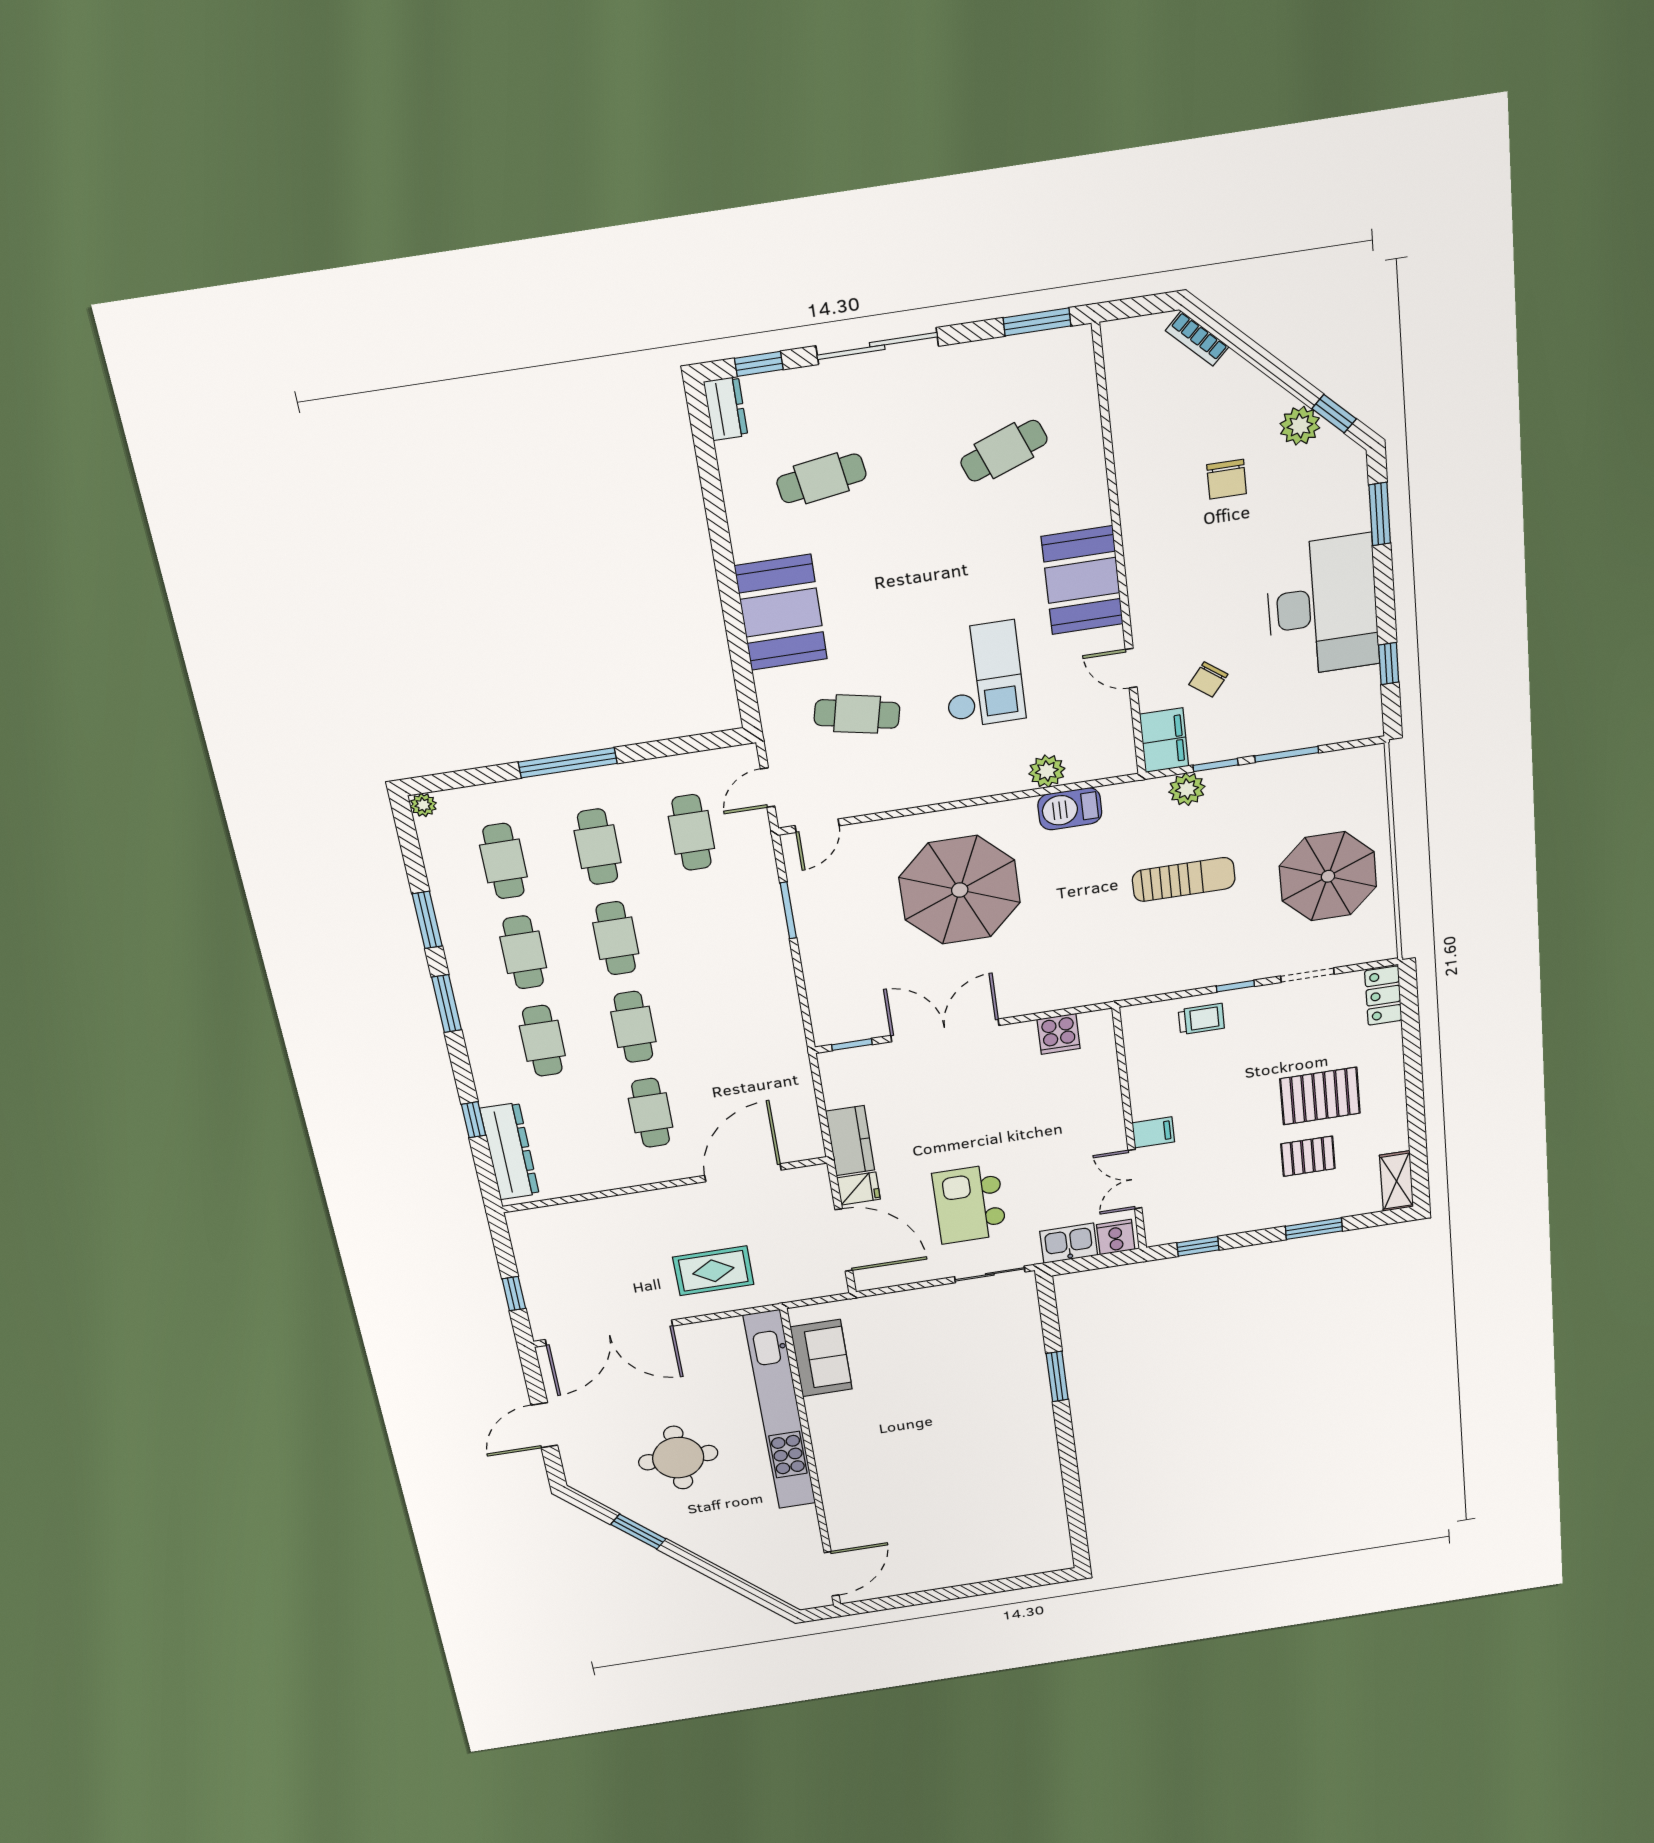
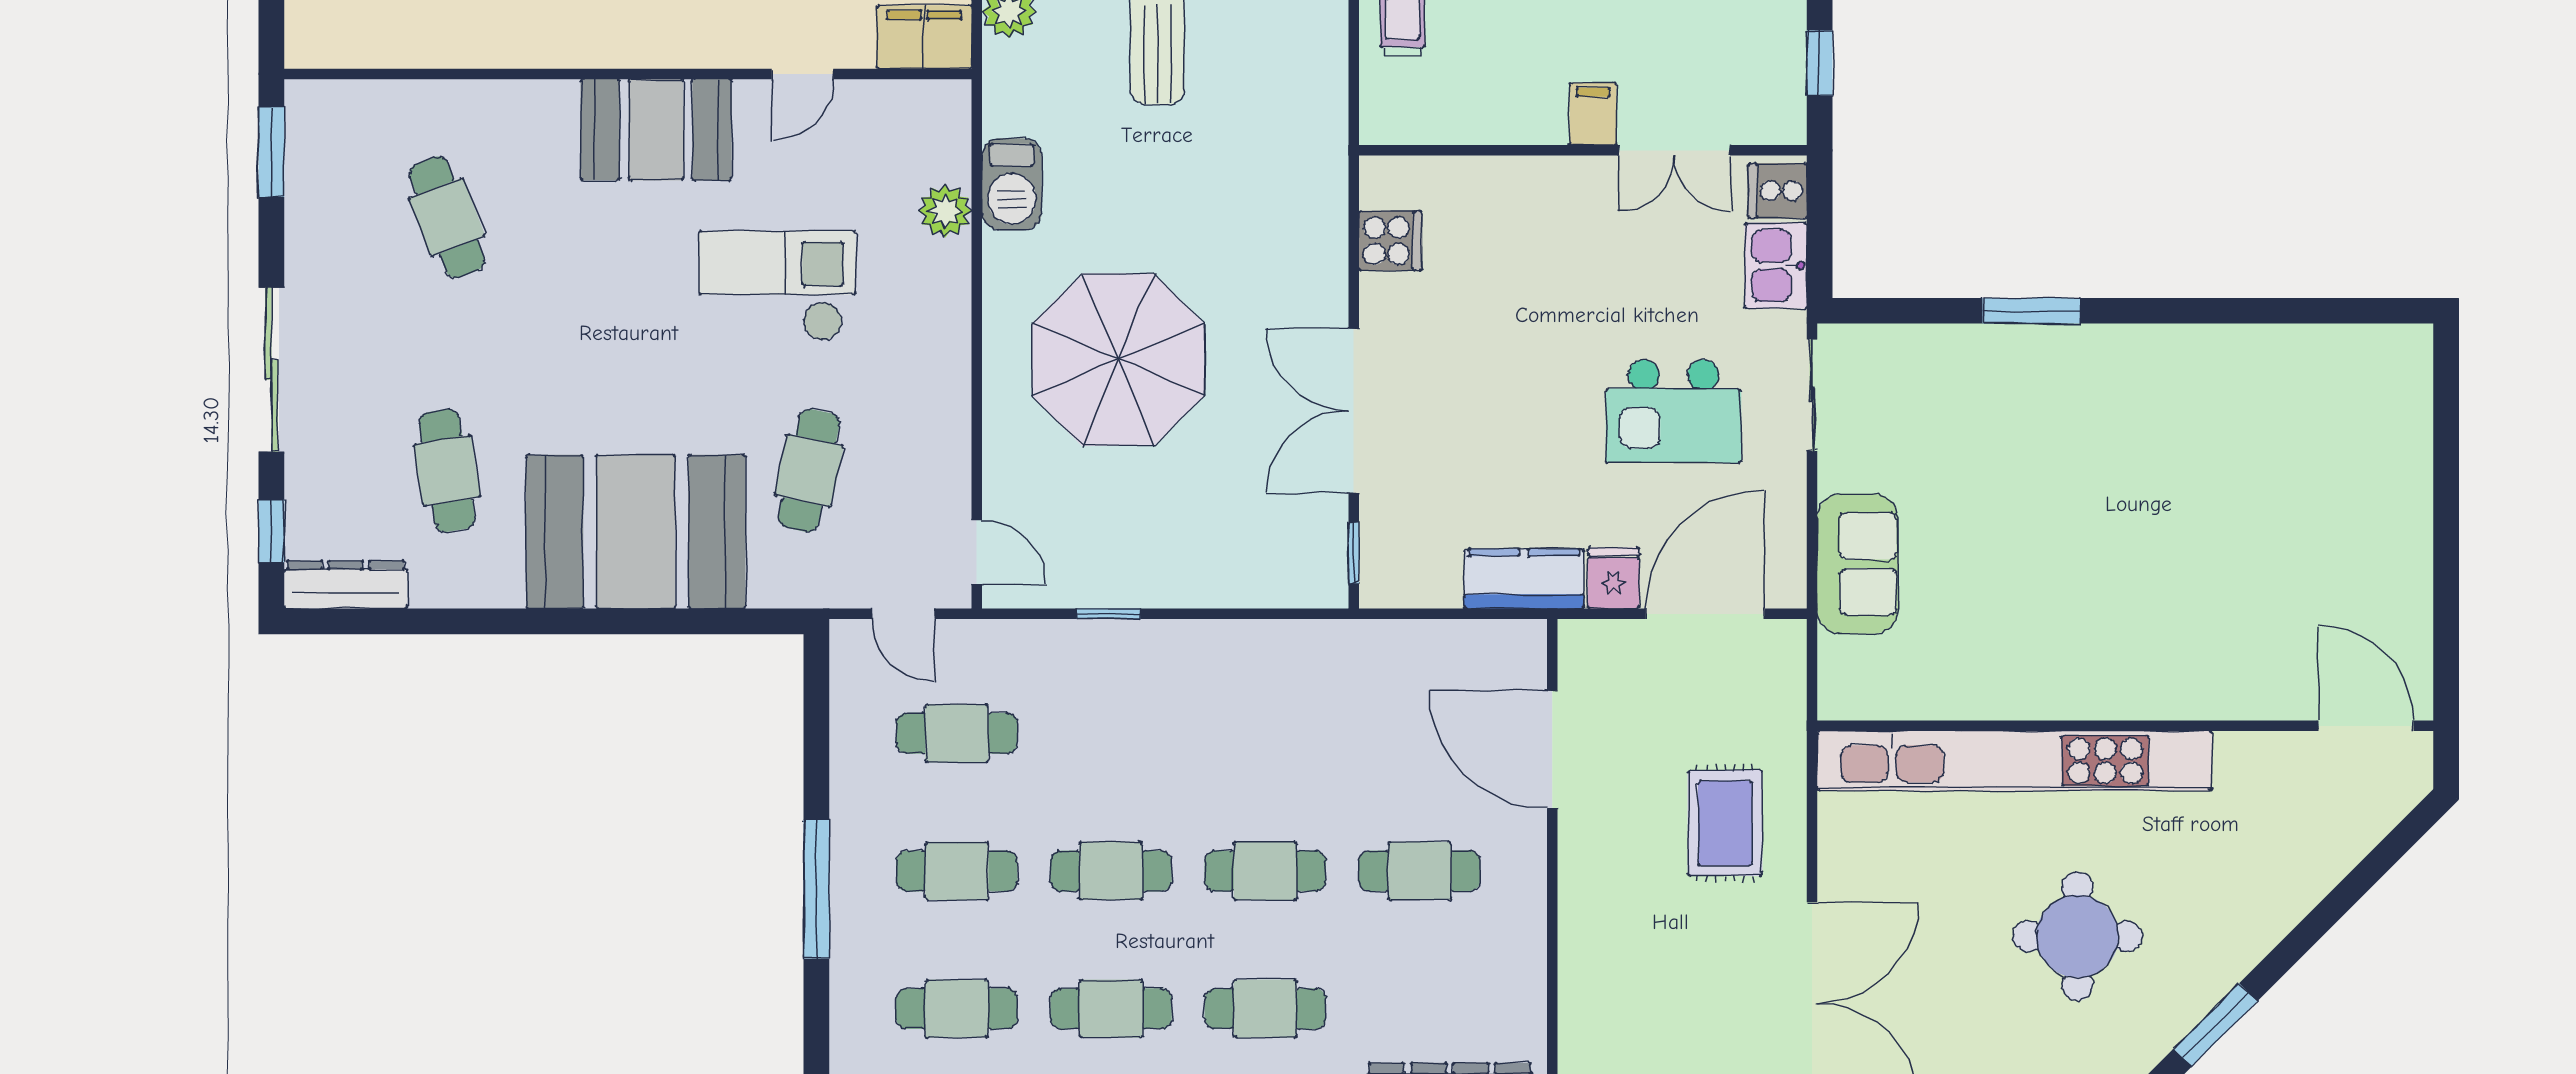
dresser: (726, 409) -> (346, 585), width x1.44
booth: (781, 613) -> (636, 532), width x1.36, depth x1.42
window: (788, 910) -> (1108, 614), width x0.67
sofa: (821, 1358) -> (1858, 564), moved, turned 90

